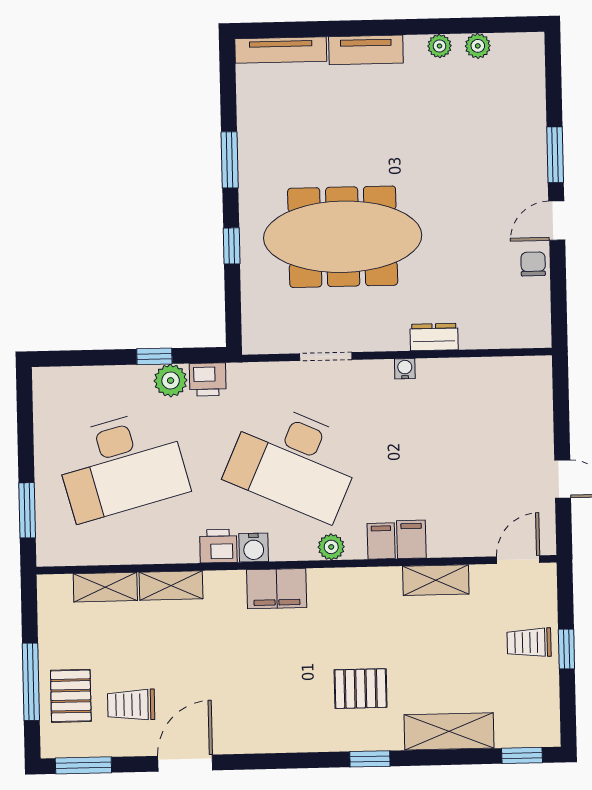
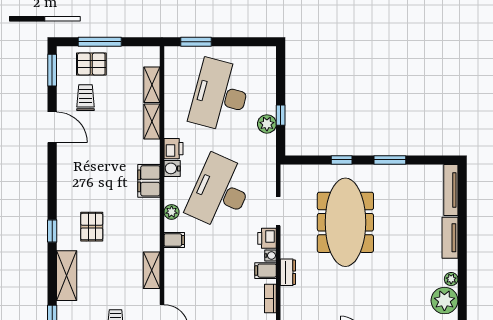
plant: (478, 46) -> (444, 301), width x1.87, depth x1.87
bookcase: (481, 367) -> (270, 298), added
printer: (208, 379) -> (267, 238), moved
desk: (122, 465) -> (220, 95), turned 30
filing cabinet: (411, 539) -> (266, 271), moved, turned 180

